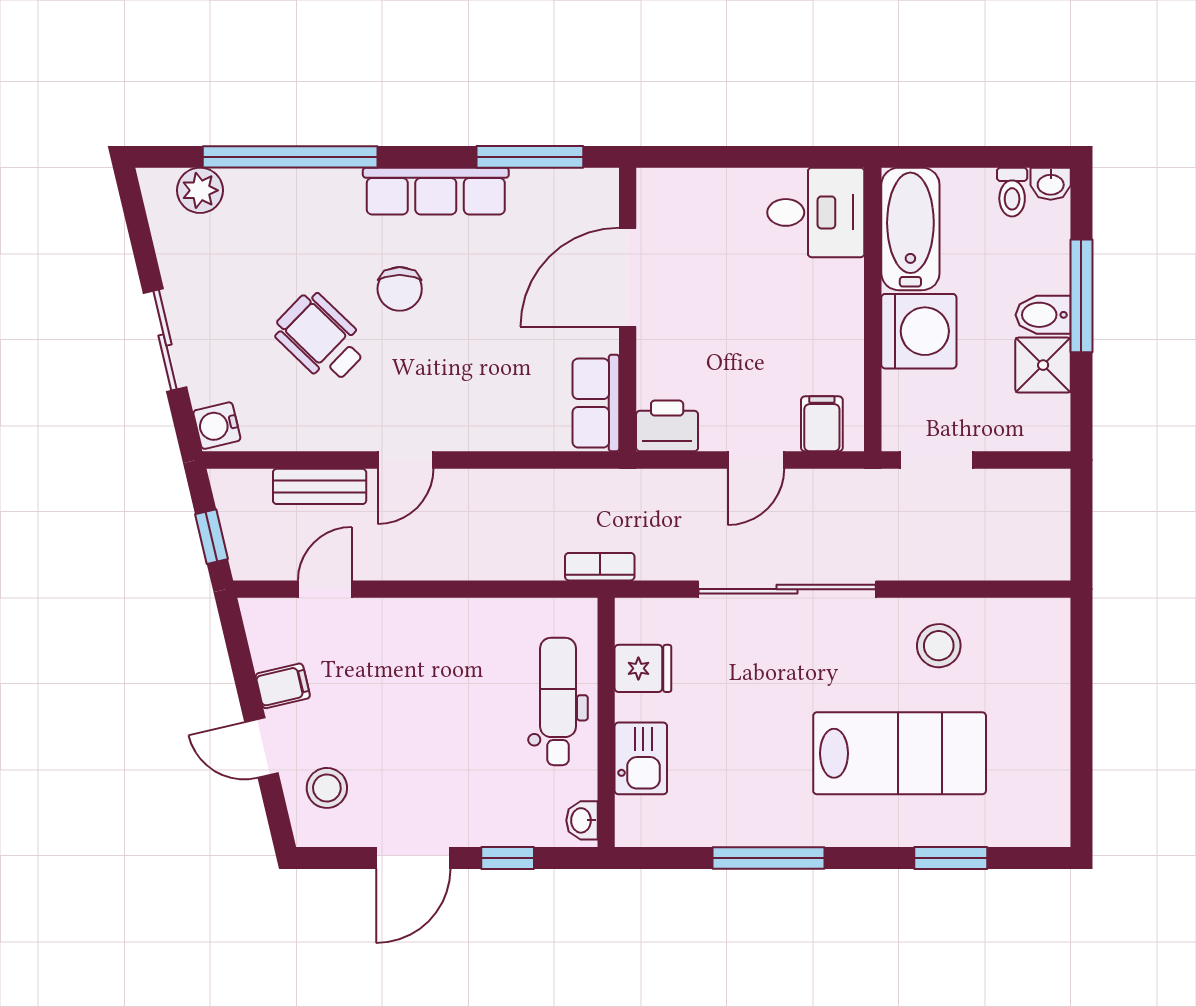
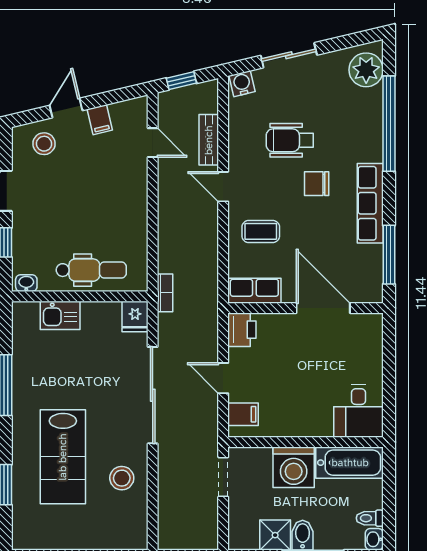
plant: (200, 190) -> (366, 70), width x1.36, depth x1.36
wheelchair: (321, 338) -> (290, 140), turned -134
coffee table: (487, 391) -> (261, 231), added
fridge: (643, 668) -> (135, 316), moved

